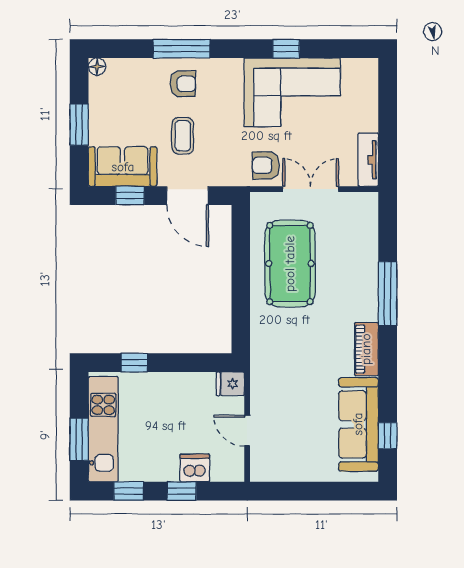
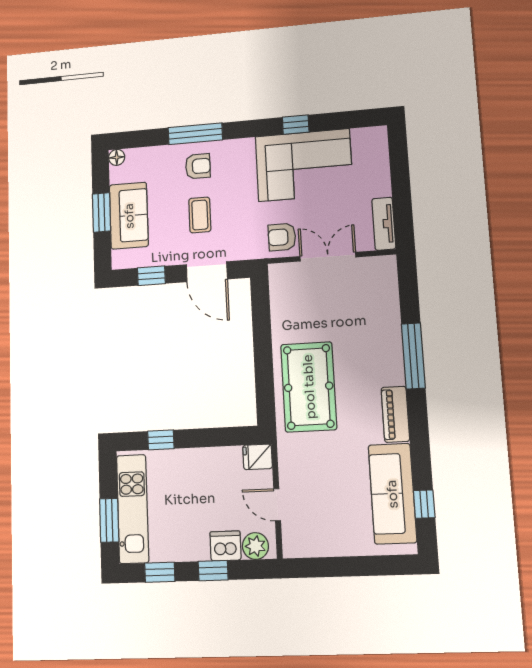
sofa: (123, 167) -> (129, 216), moved, turned 90
pool table: (290, 264) -> (309, 387), moved
plant: (224, 469) -> (255, 546), added

